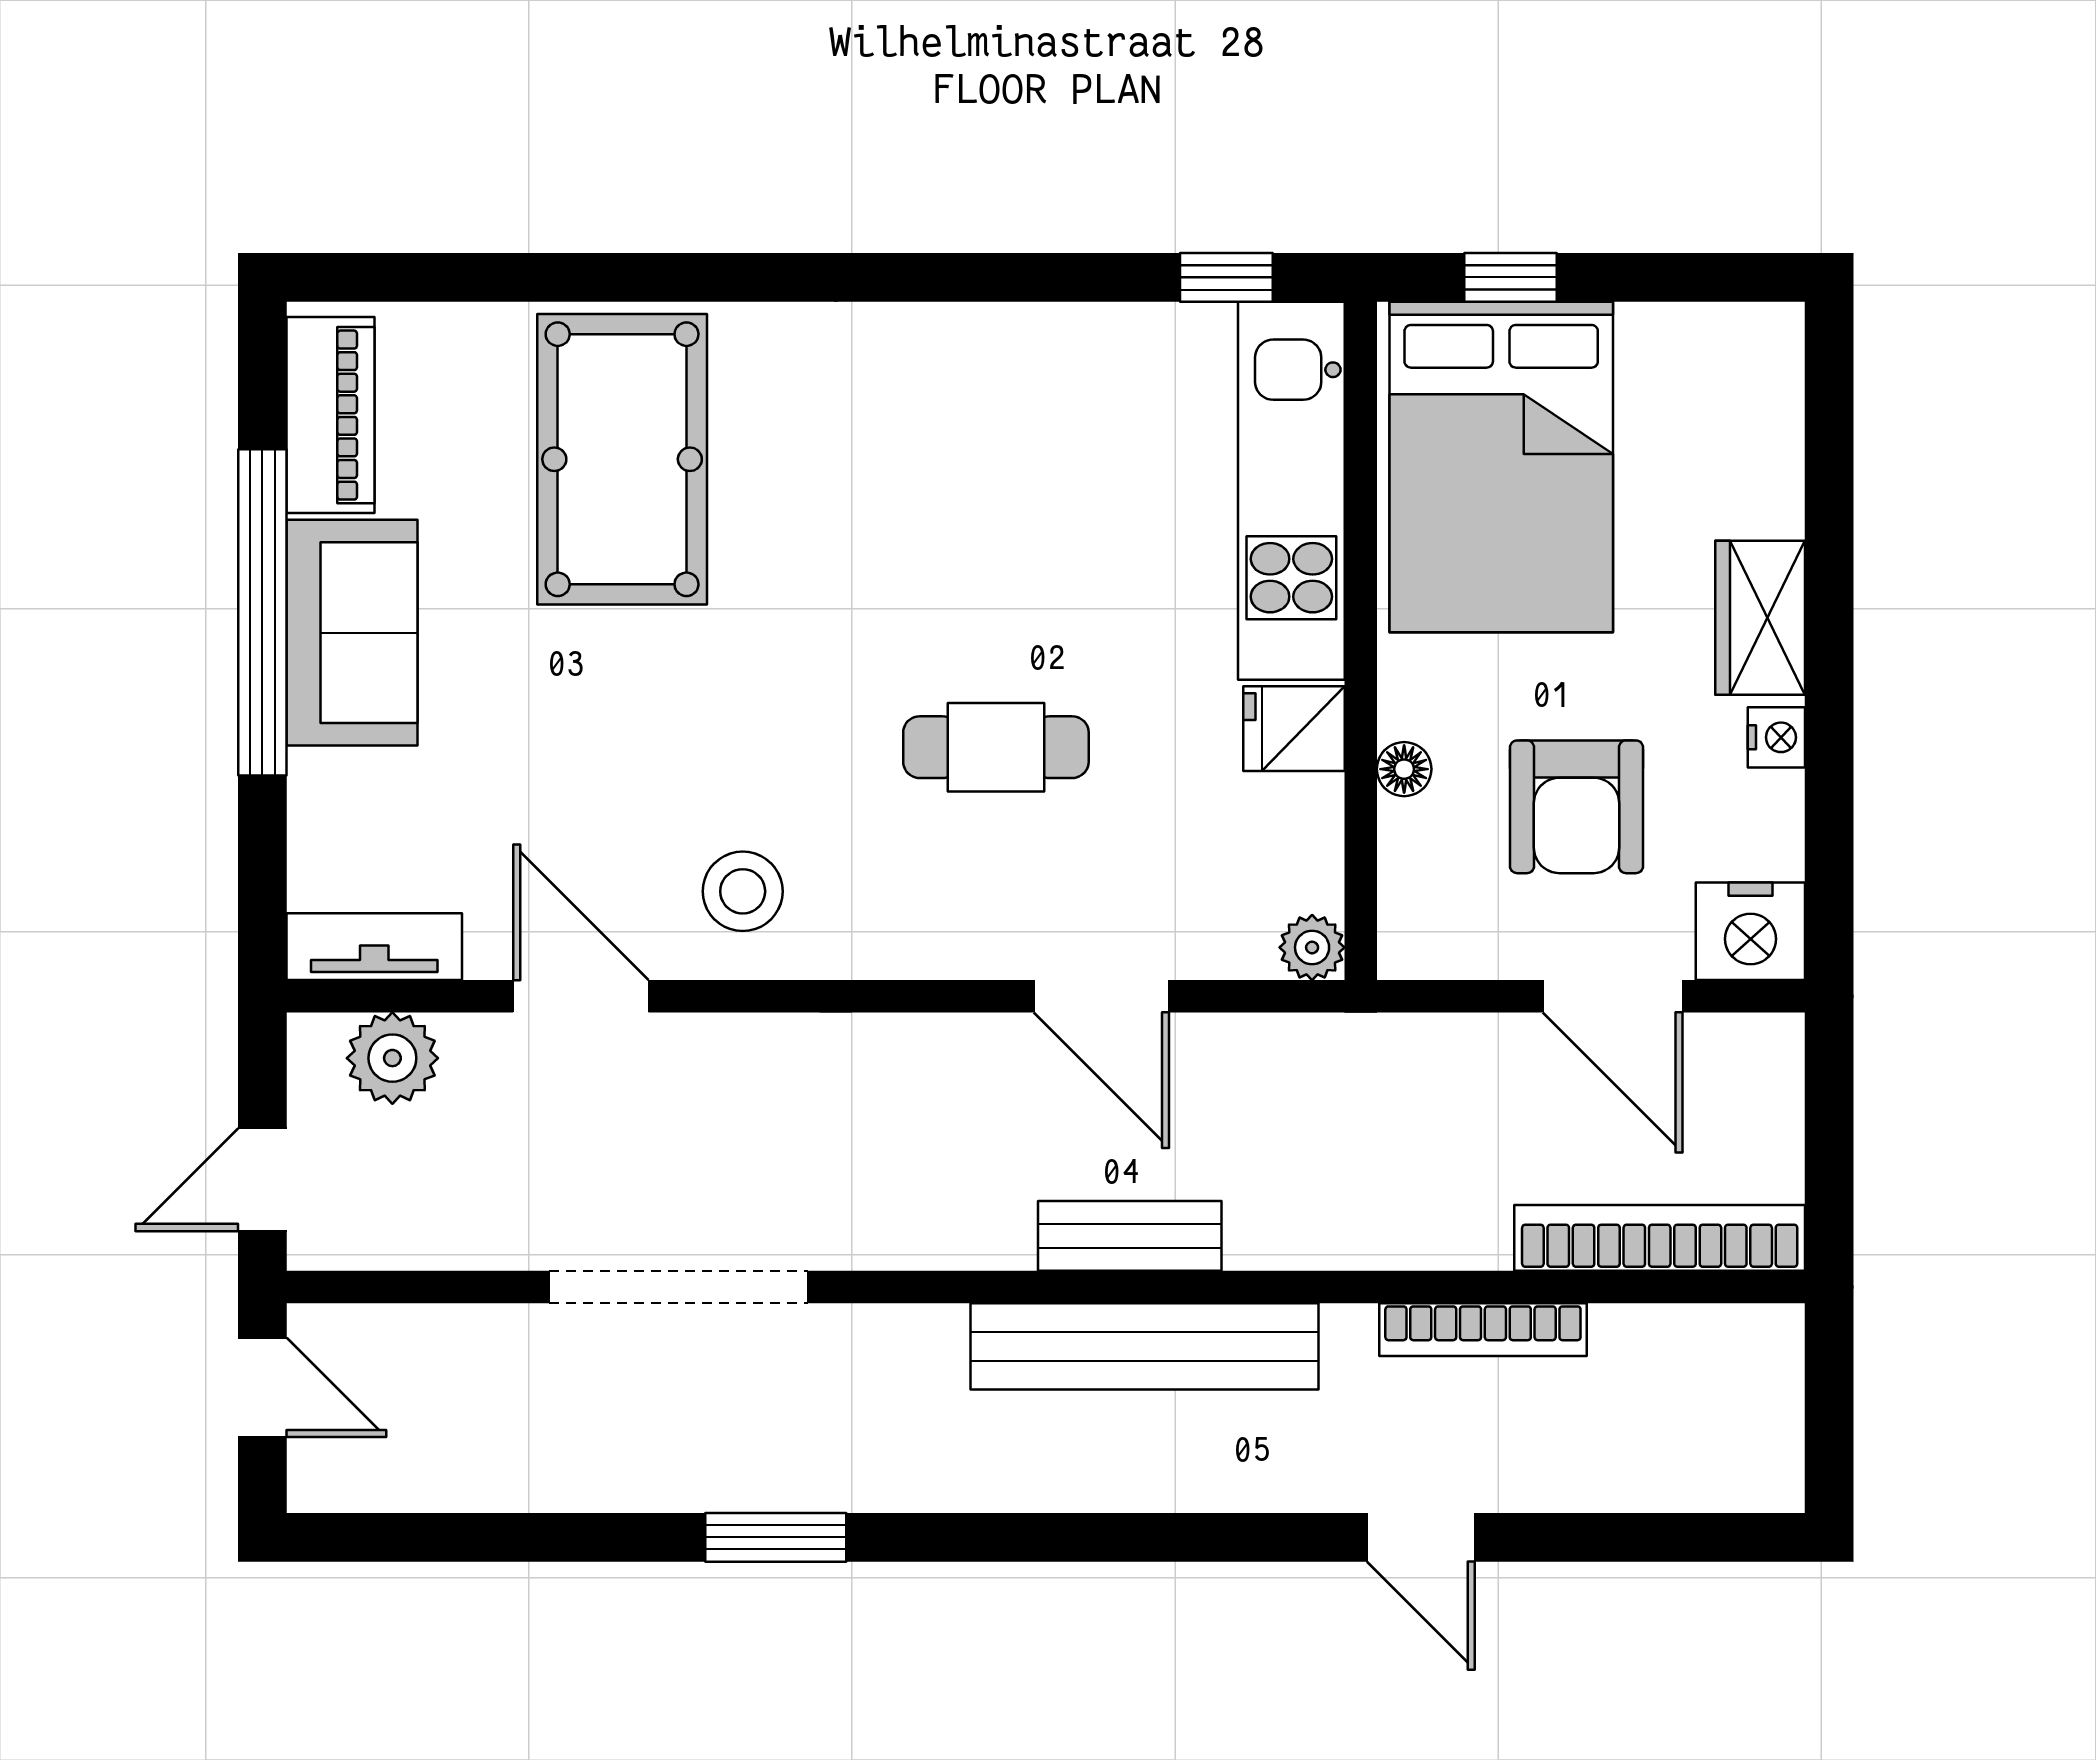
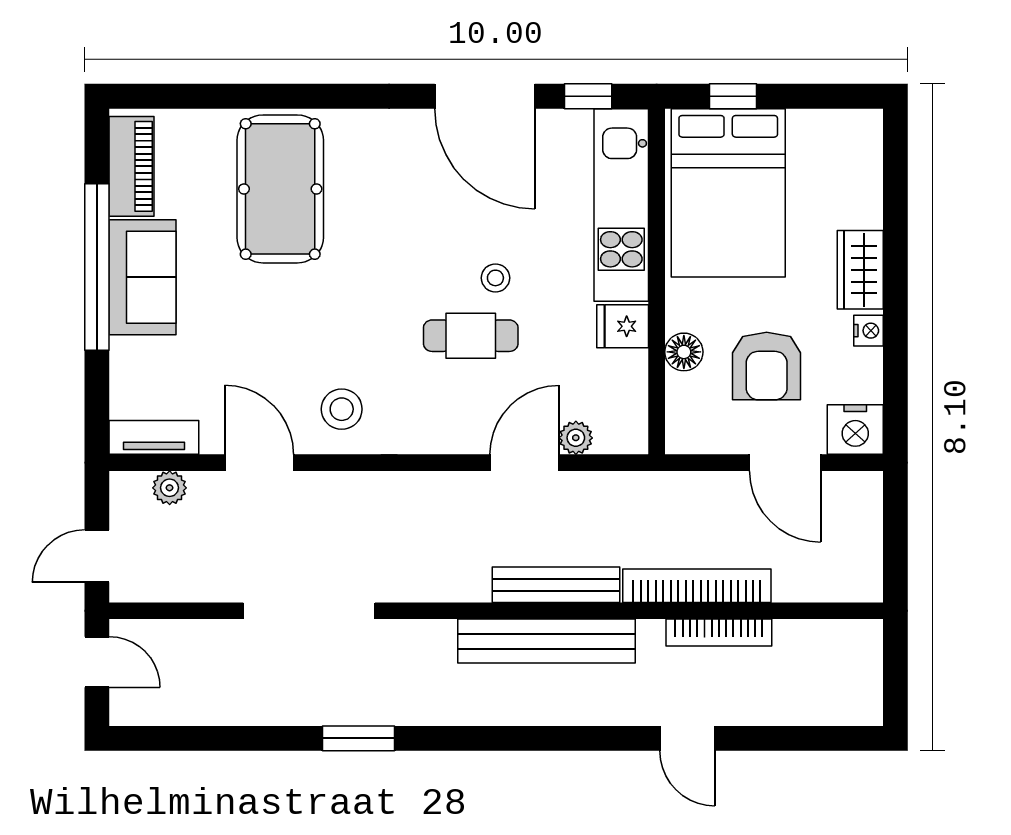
door: (1023, 277) -> (485, 96), added
stool: (1044, 634) -> (495, 278), added
floor lamp: (1404, 769) -> (684, 352), width x1.37, depth x1.37
plant: (1312, 947) -> (576, 438), moved
door: (1101, 996) -> (524, 463), swing flipped
plant: (392, 1058) -> (170, 488), width x0.73, depth x0.73
bench: (1130, 1236) -> (556, 585), width x1.36
bookcase: (1660, 1238) -> (697, 586), moved

